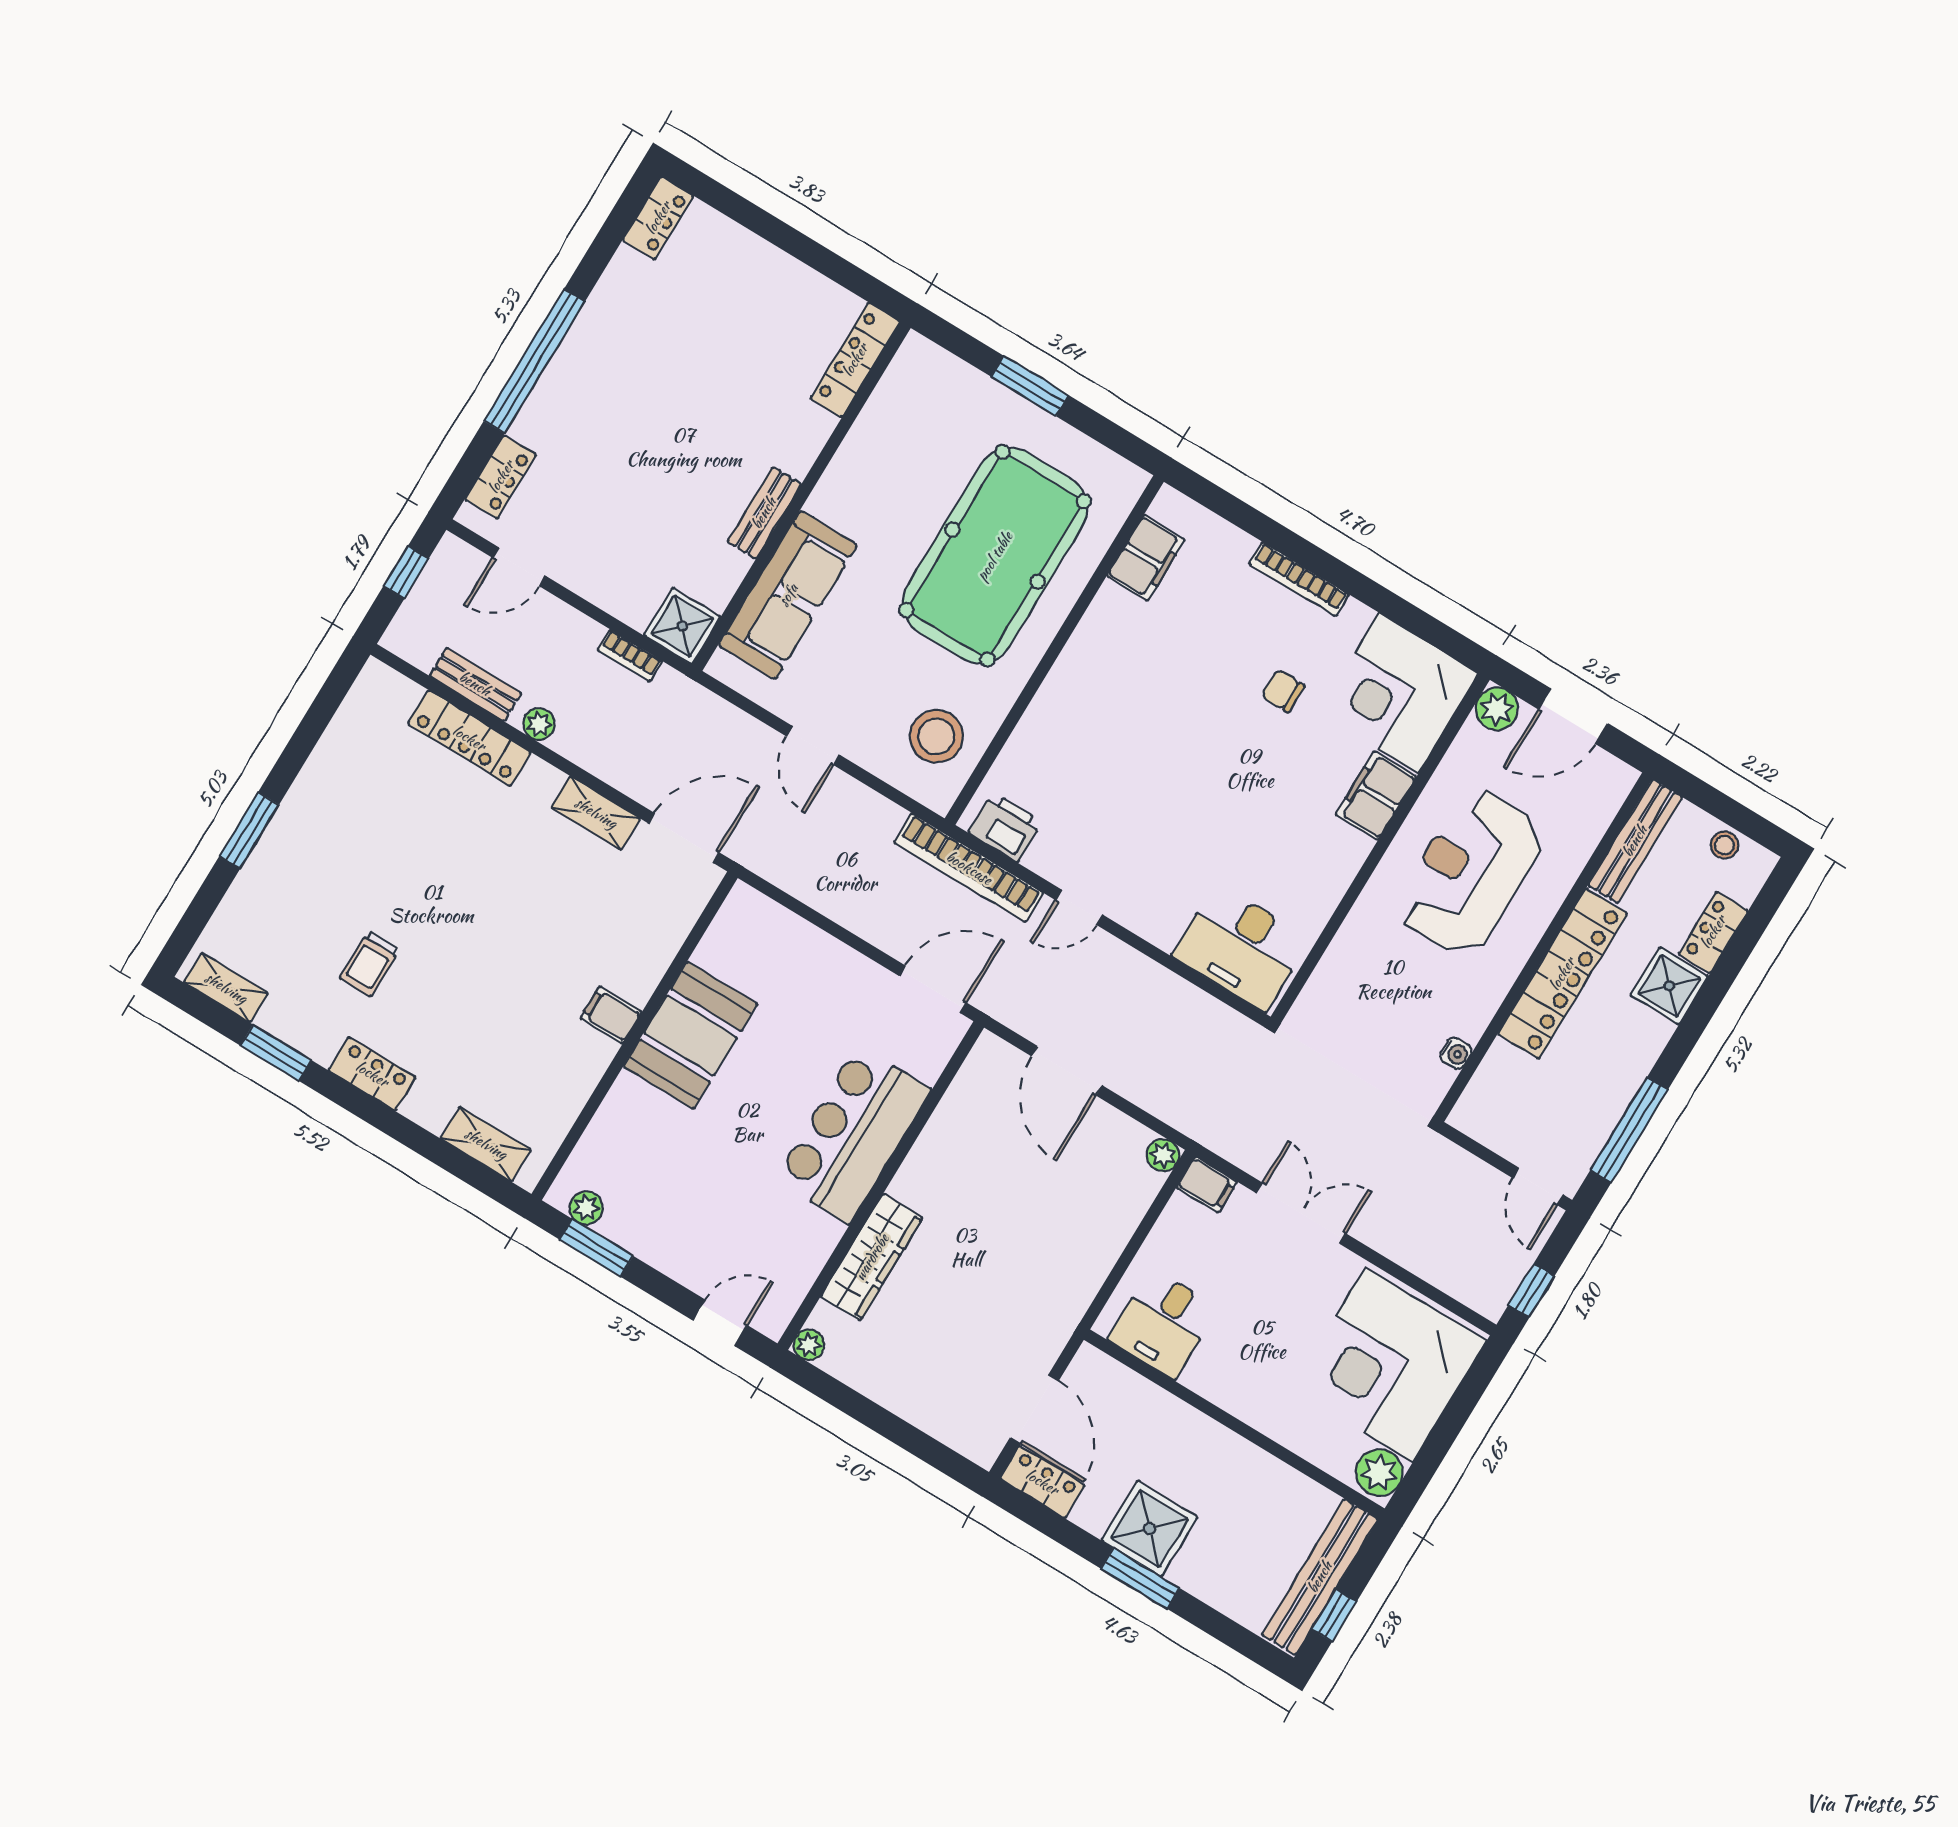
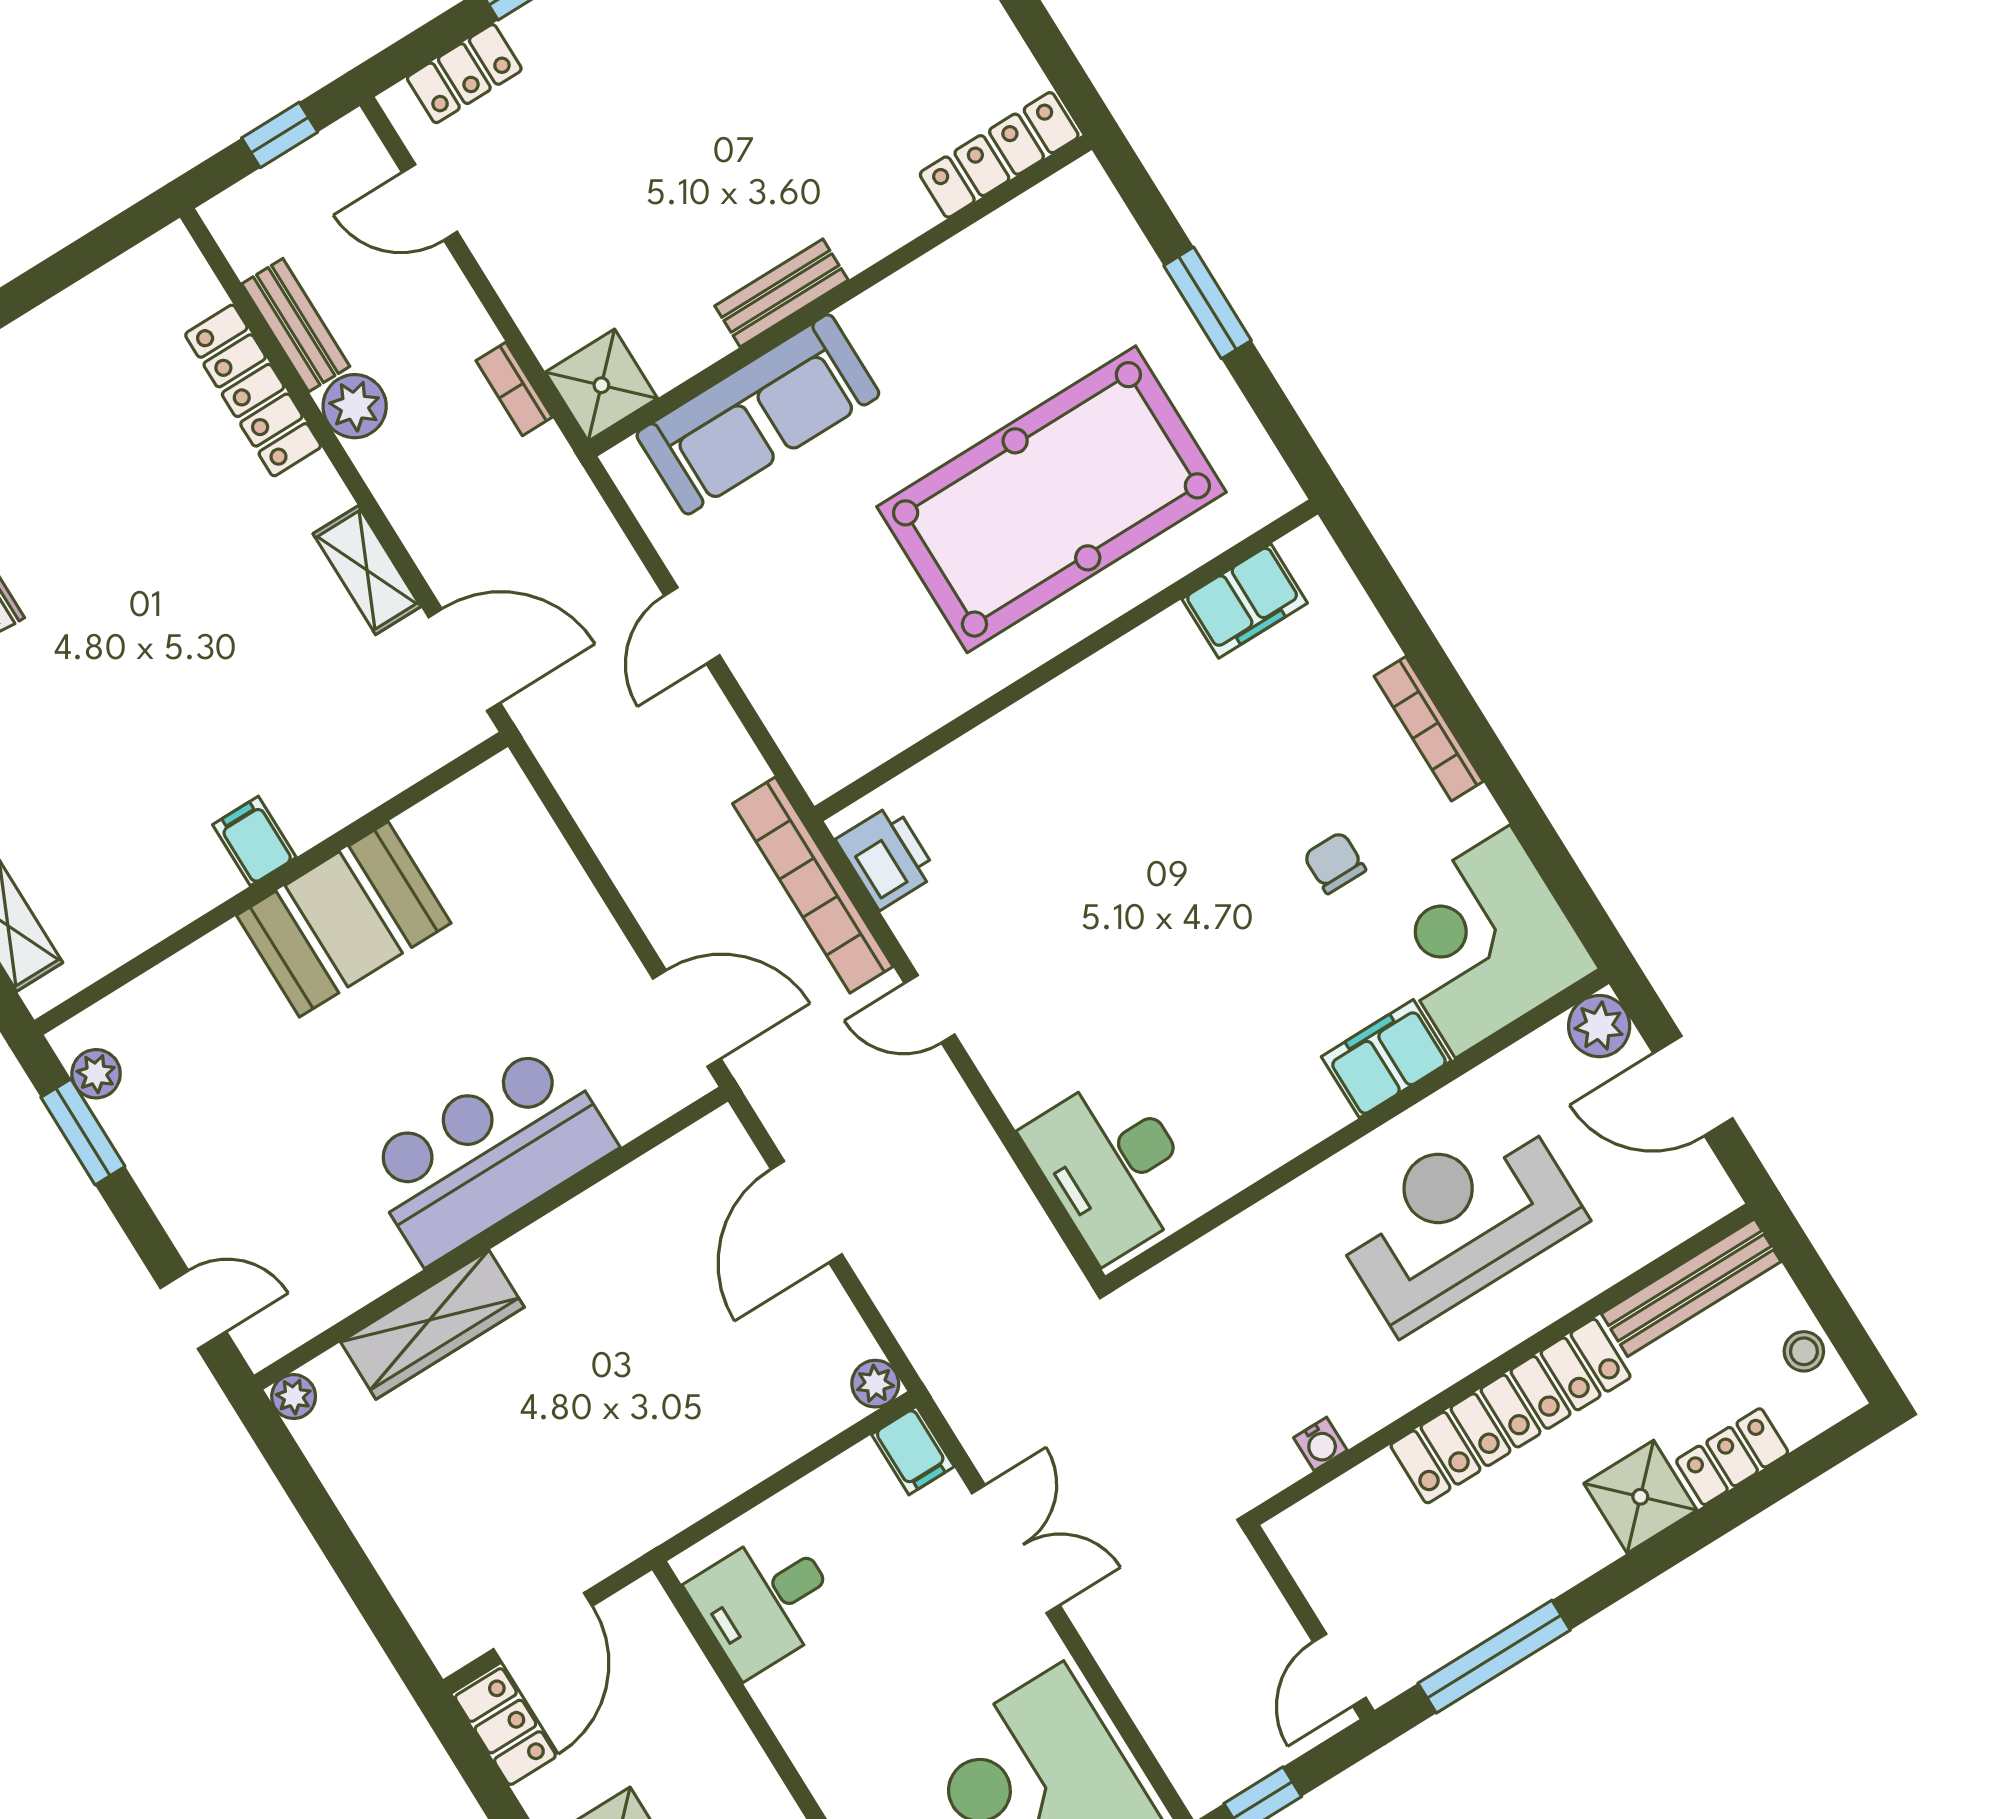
plant: (539, 724) -> (355, 406), width x1.38, depth x1.38
stool: (936, 736) -> (857, 694), removed

